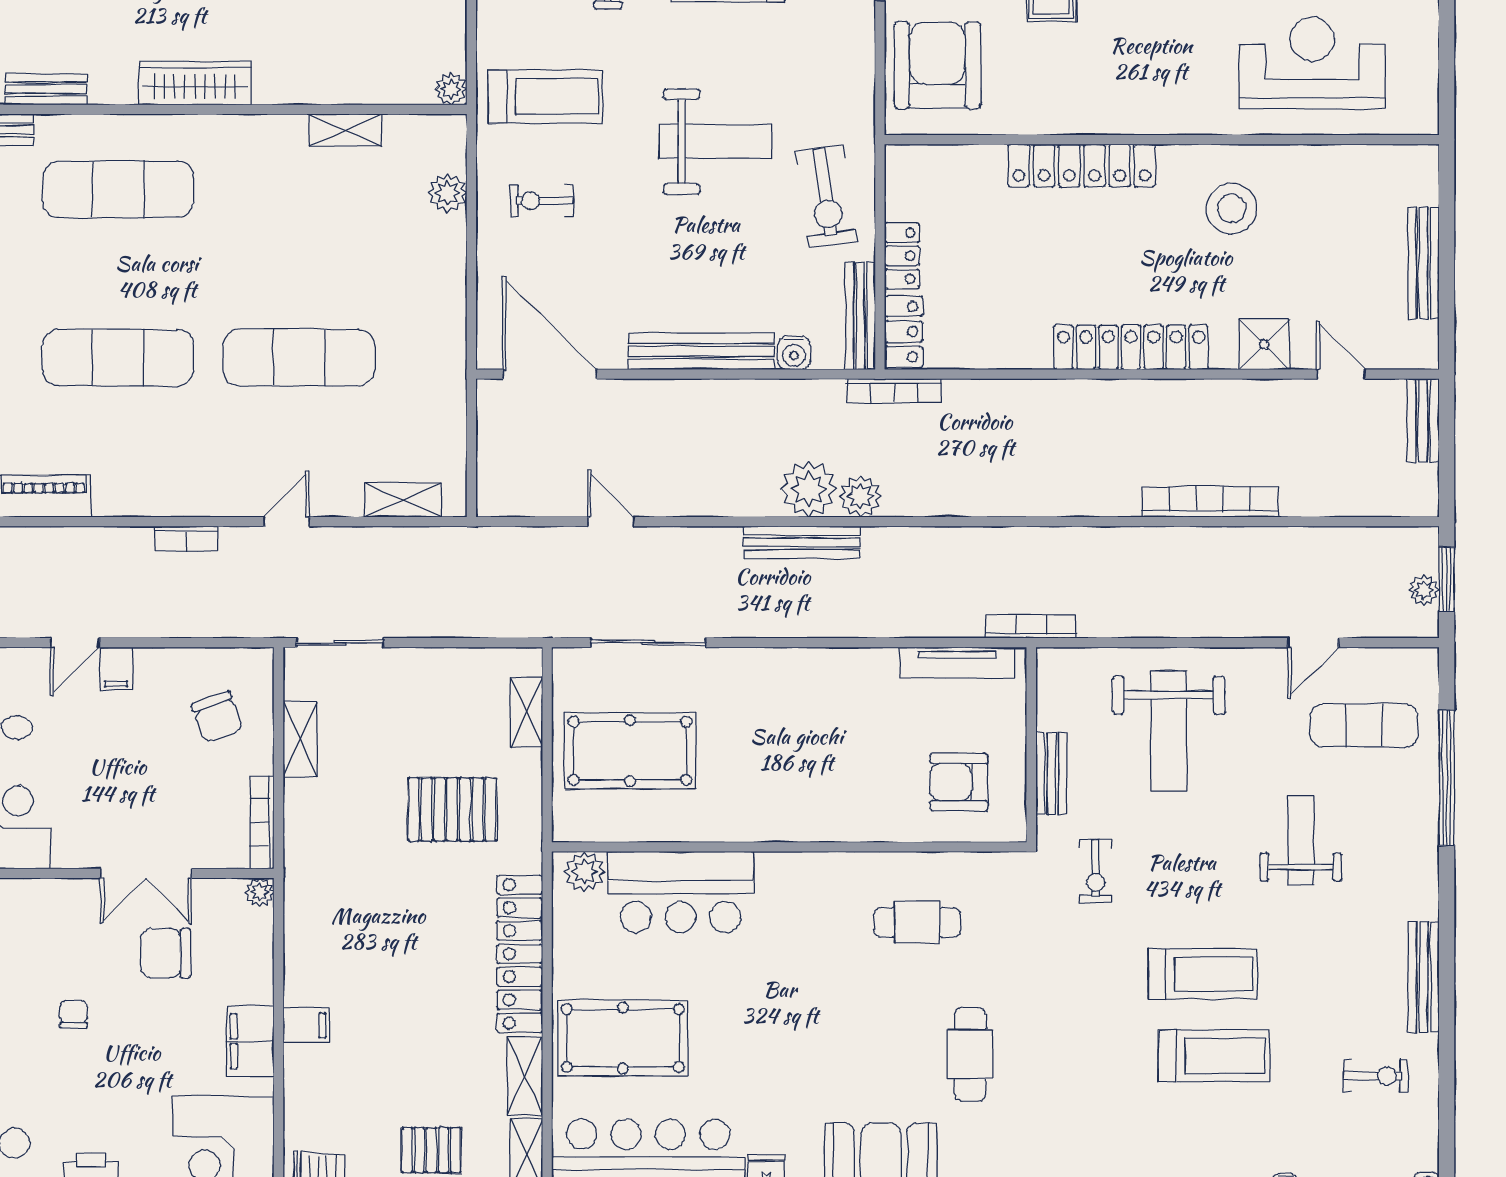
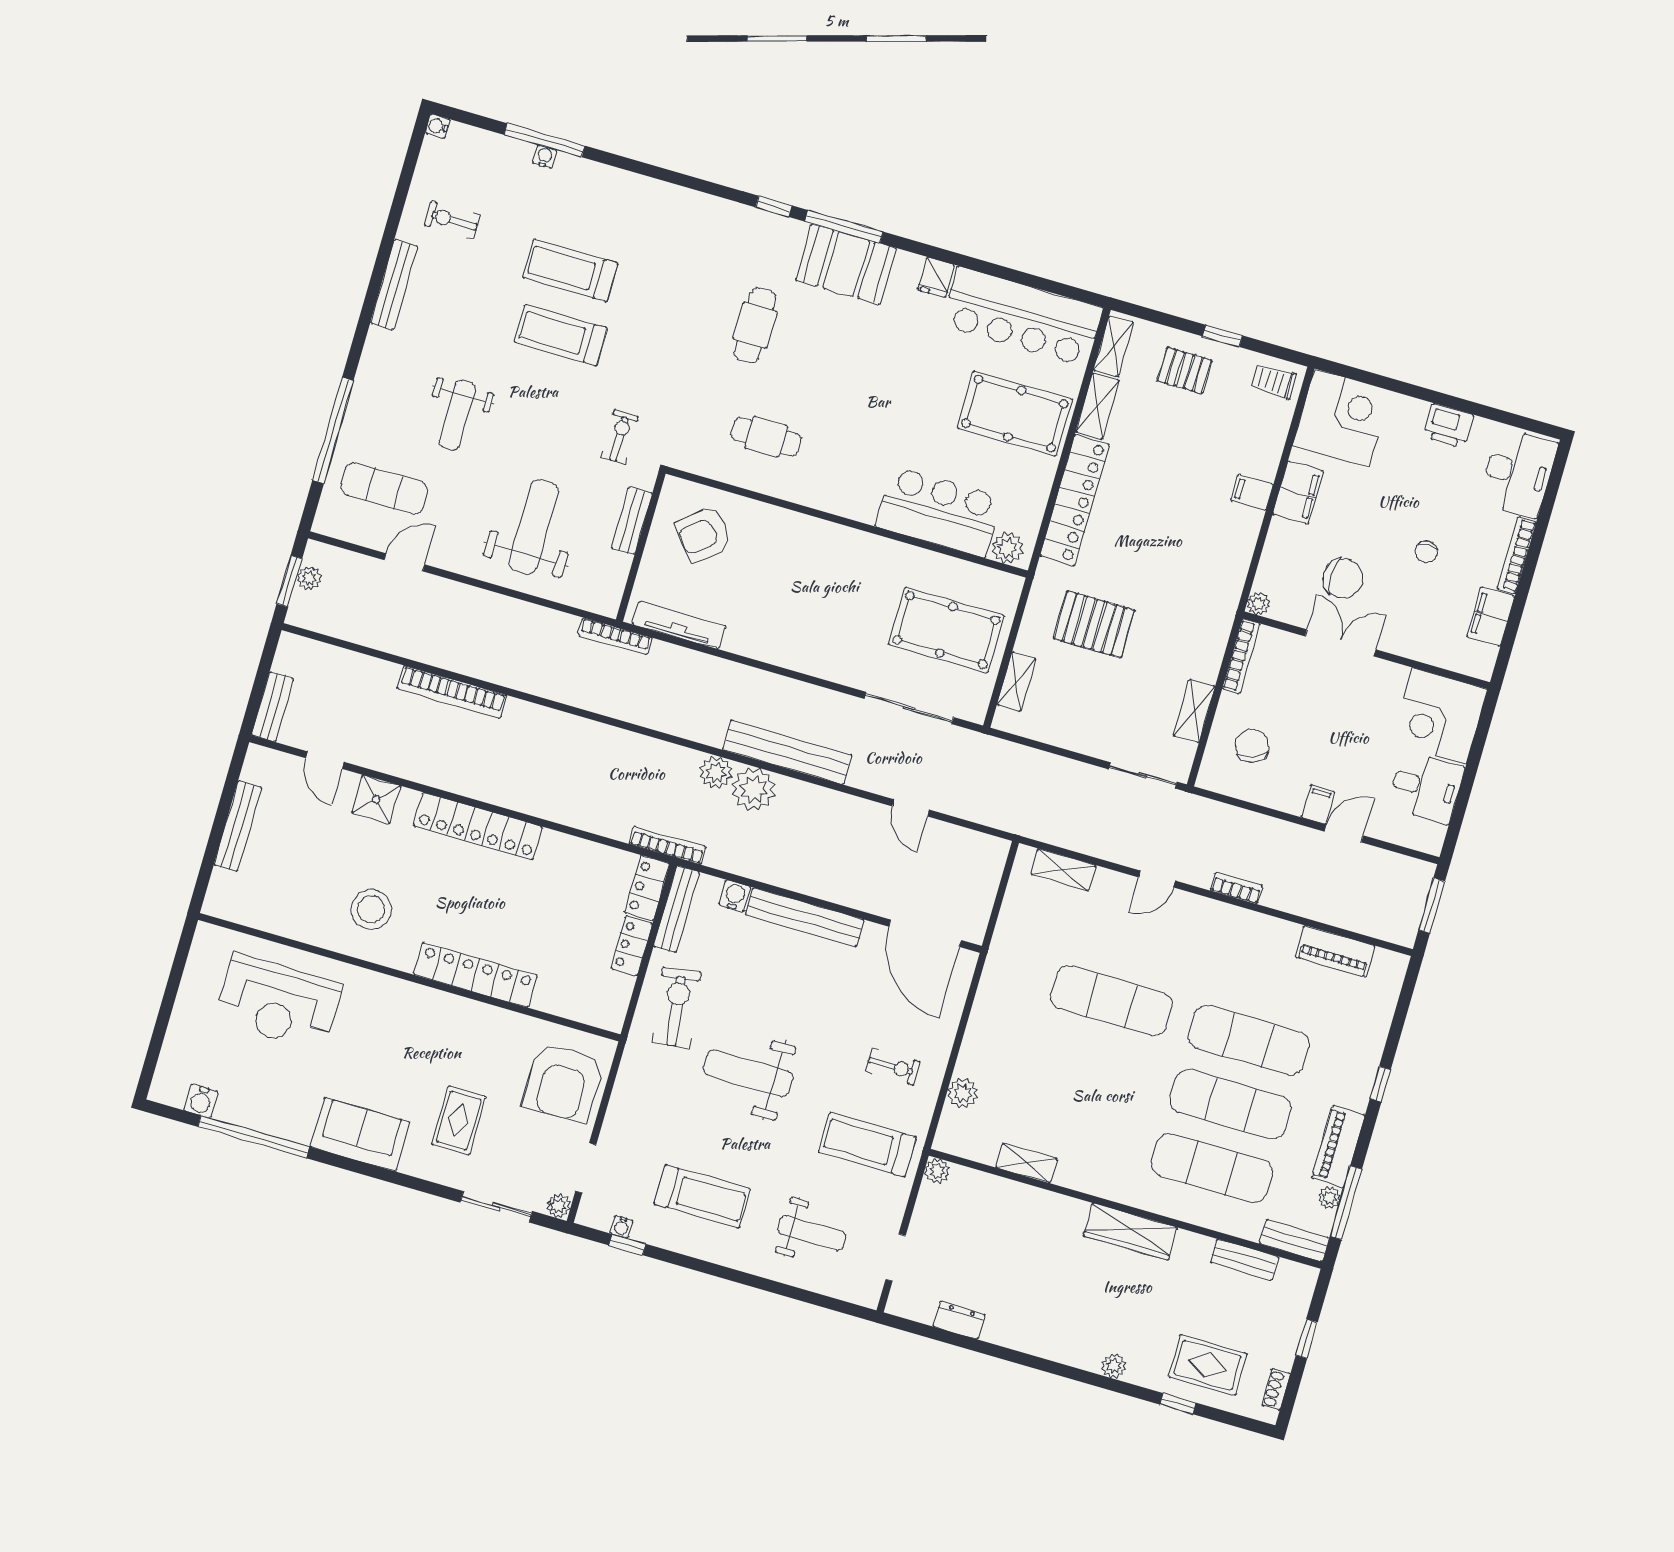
exercise mat: (118, 273) -> (1230, 1104), added
bench: (802, 543) -> (787, 752), width x1.37, depth x1.21
armchair: (959, 782) -> (704, 534), turned 140

